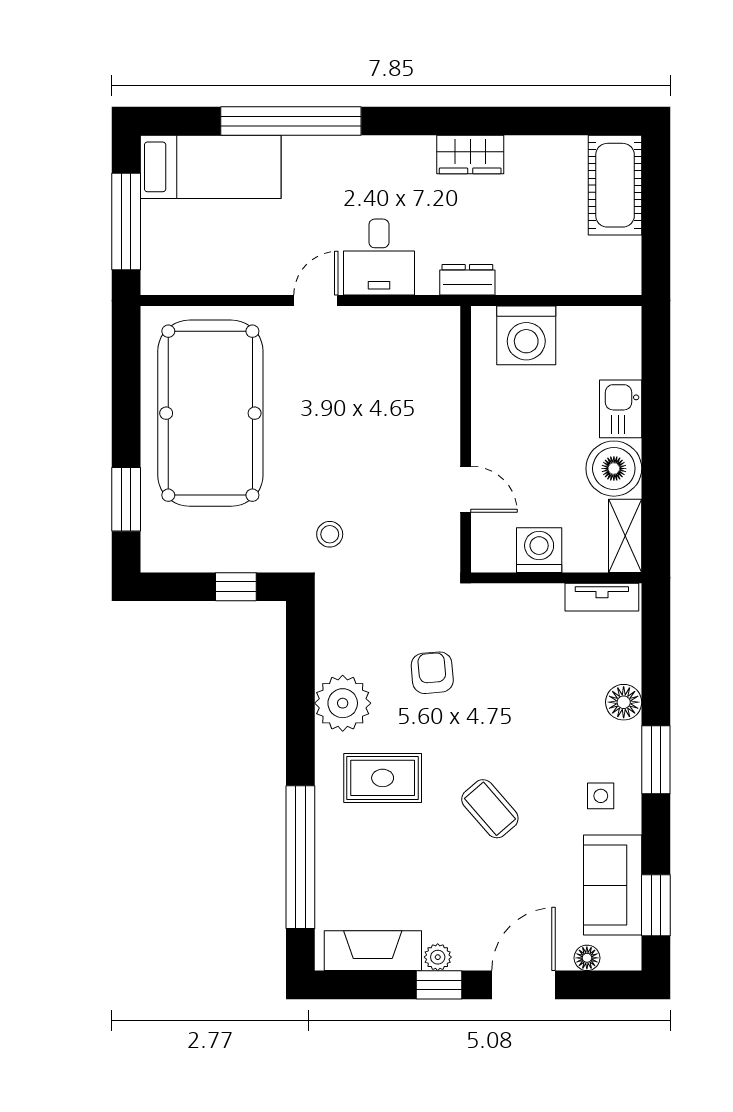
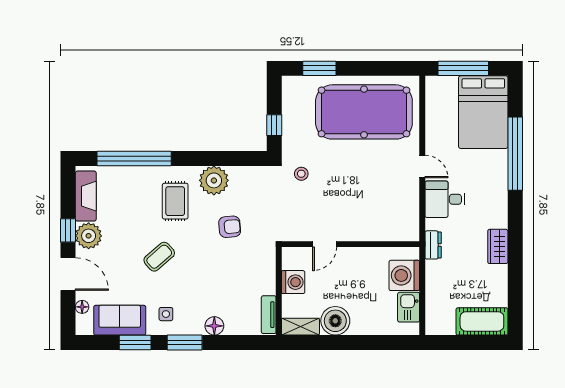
bed: (211, 167) -> (483, 112), width x1.50
kitchen sink: (621, 409) -> (409, 307), moved, turned -90
window: (656, 905) -> (135, 343), moved
plant: (438, 957) -> (89, 236), width x1.88, depth x1.88

